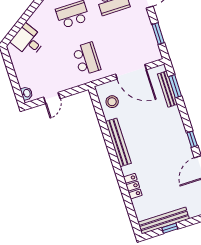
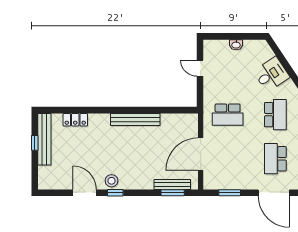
desk: (28, 41) -> (271, 74), moved
washbasin: (27, 93) -> (236, 45), moved
stool: (112, 102) -> (111, 181), moved
locker: (133, 186) -> (75, 120), moved

